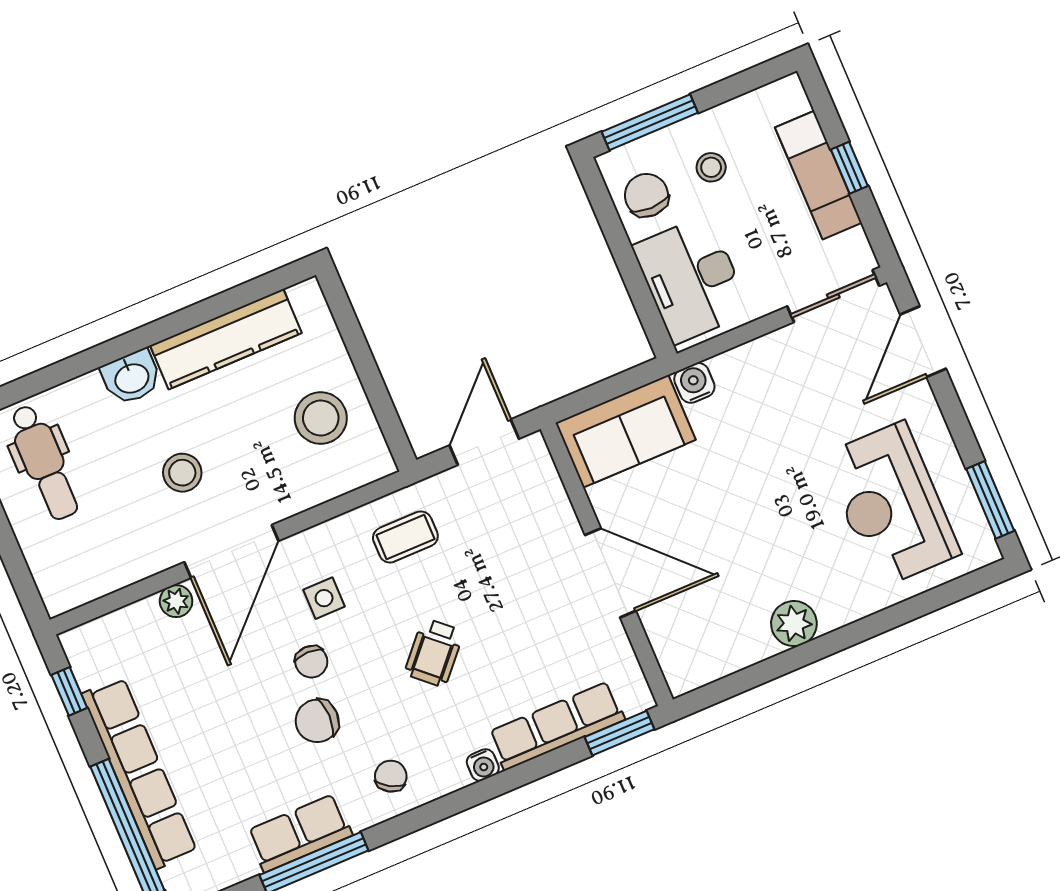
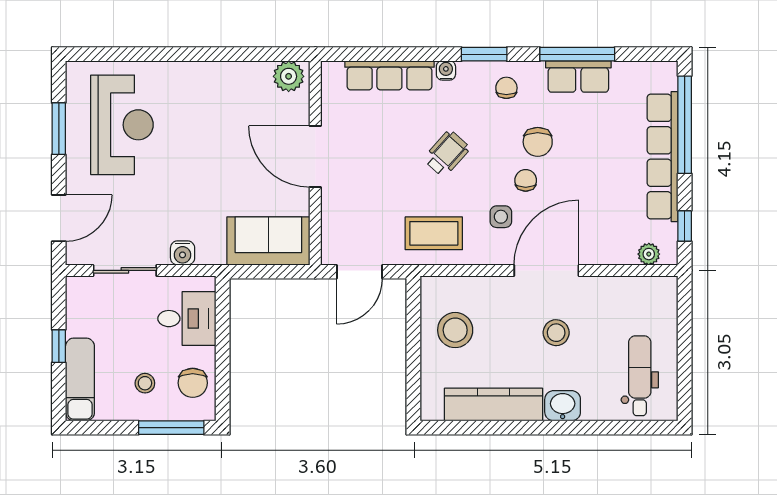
exam couch: (818, 175) -> (80, 379), moved
desk: (691, 279) -> (187, 319), width x0.73
sliding door: (833, 296) -> (125, 270), moved
water cooler: (694, 383) -> (183, 253), moved
window: (990, 500) -> (59, 129), moved
coffee table: (405, 537) -> (434, 233), width x1.36, depth x1.30
plant: (176, 601) -> (649, 254), moved
plant: (794, 624) -> (289, 76), moved
chair: (317, 721) -> (538, 142), turned 90
window: (620, 733) -> (484, 54), moved
chair: (391, 776) -> (506, 88), turned 150

